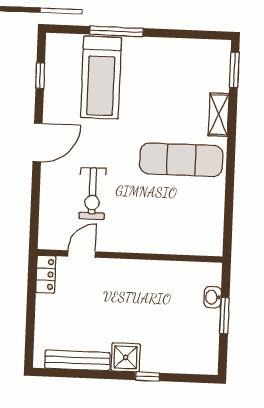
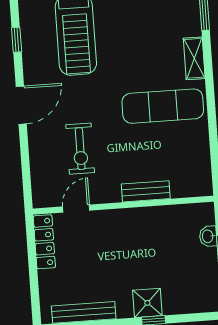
bench: (154, 244) -> (146, 191), added
locker: (46, 274) -> (44, 242), width x1.53
shower: (126, 357) -> (147, 303), moved

